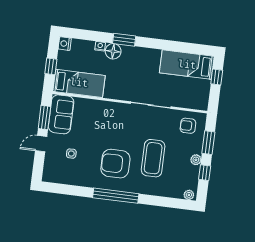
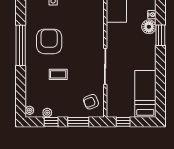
window: (217, 77) -> (123, 122), moved
armchair: (188, 126) -> (91, 102), turned -111
coffee table: (153, 158) -> (58, 74), width x0.54, depth x0.58
plant: (196, 160) -> (47, 113), moved

